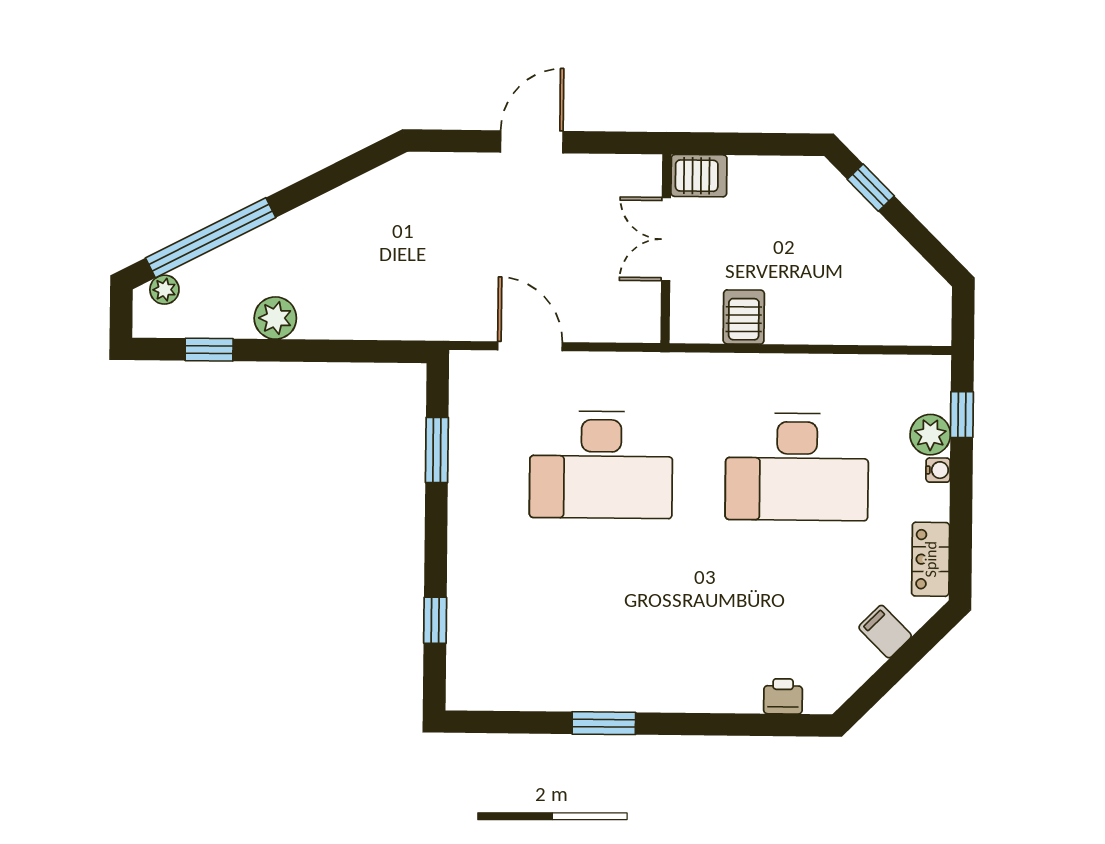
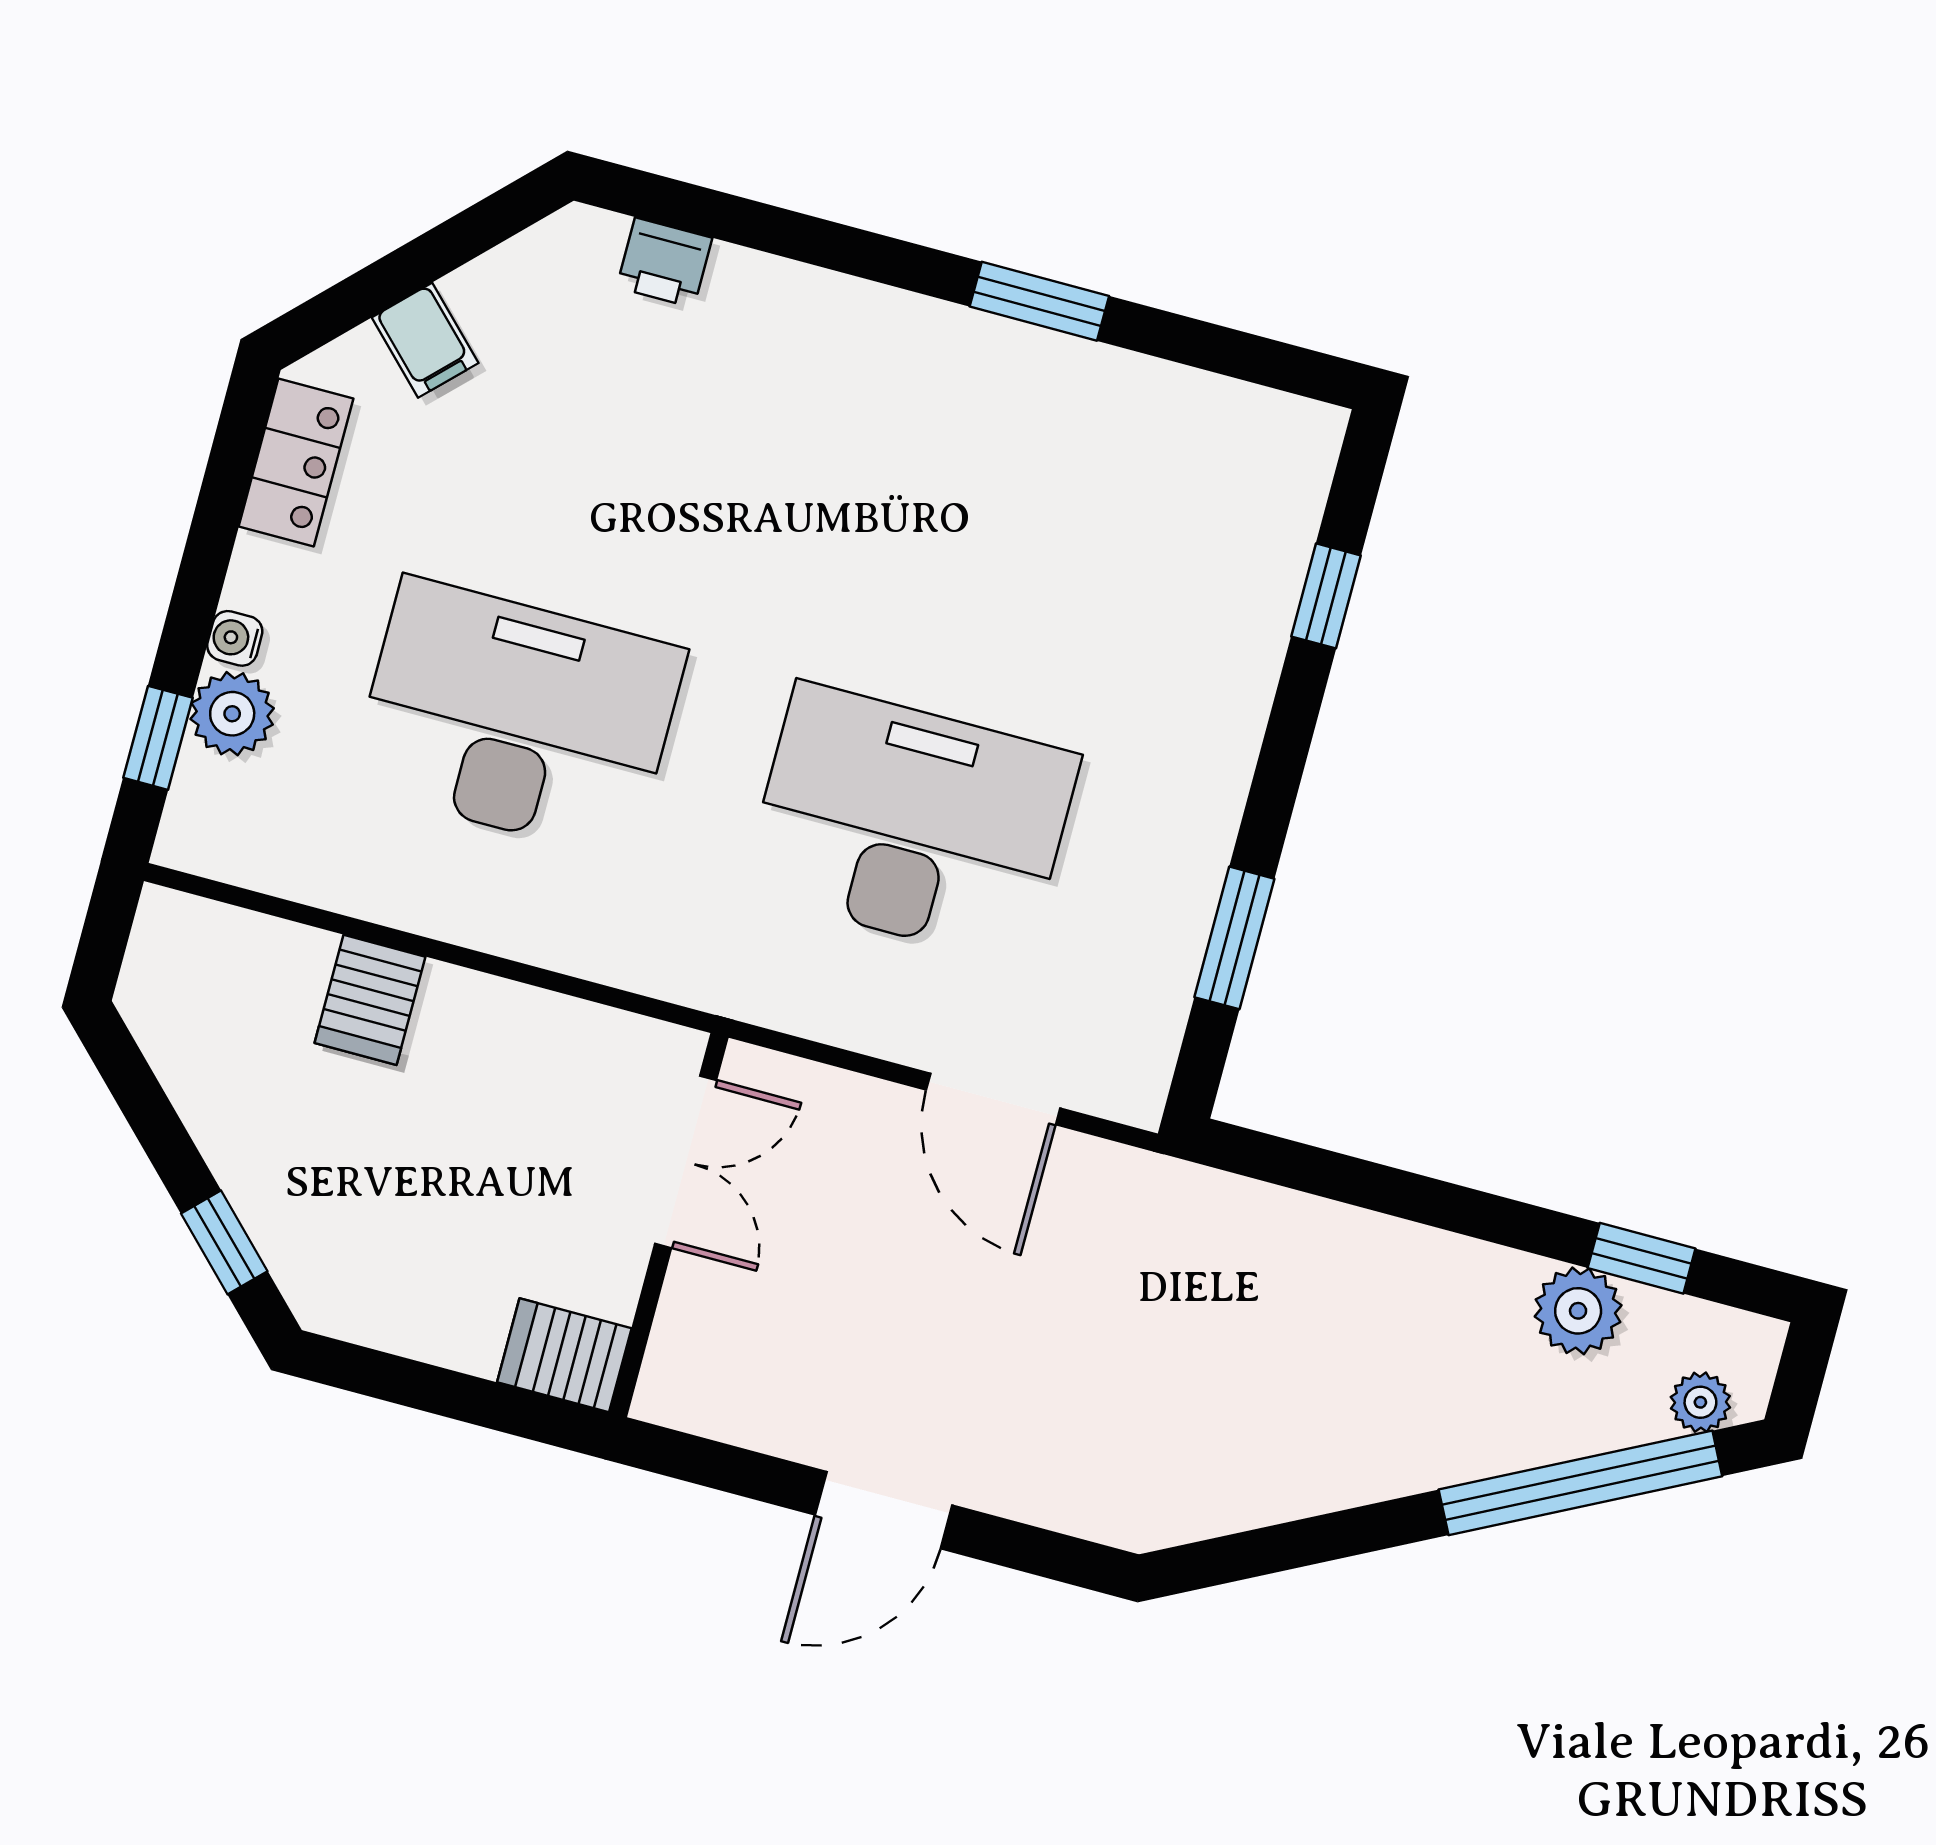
double door: (666, 239) -> (686, 1162), moved
server rack: (744, 317) -> (370, 1000), moved
plant: (275, 318) -> (1578, 1311), moved

